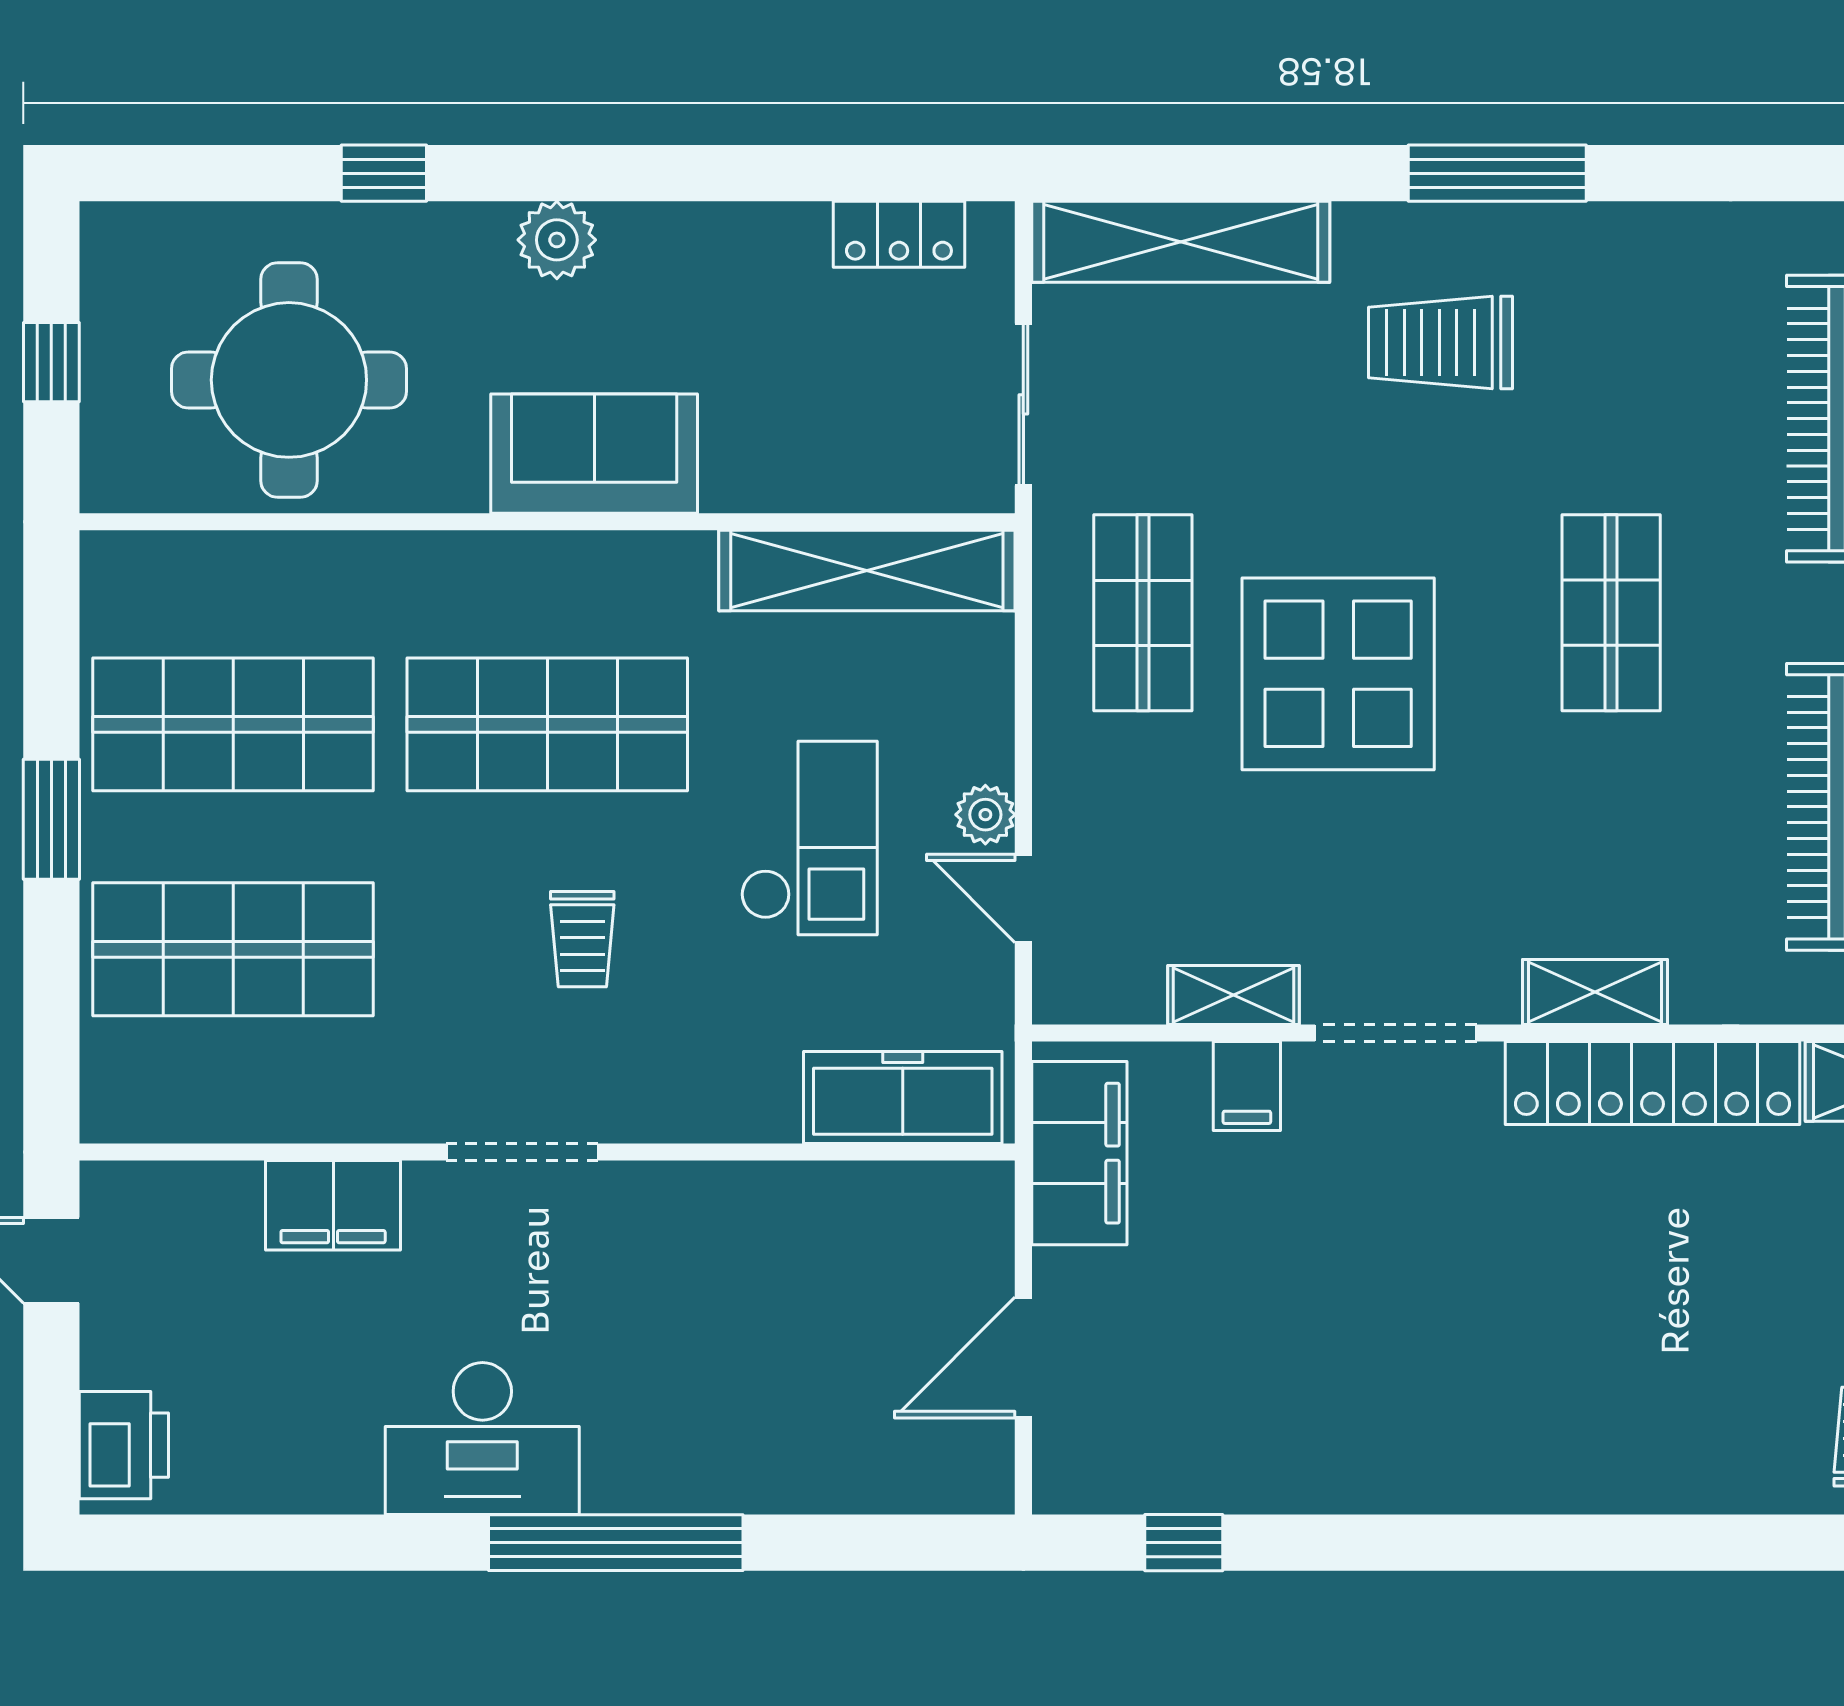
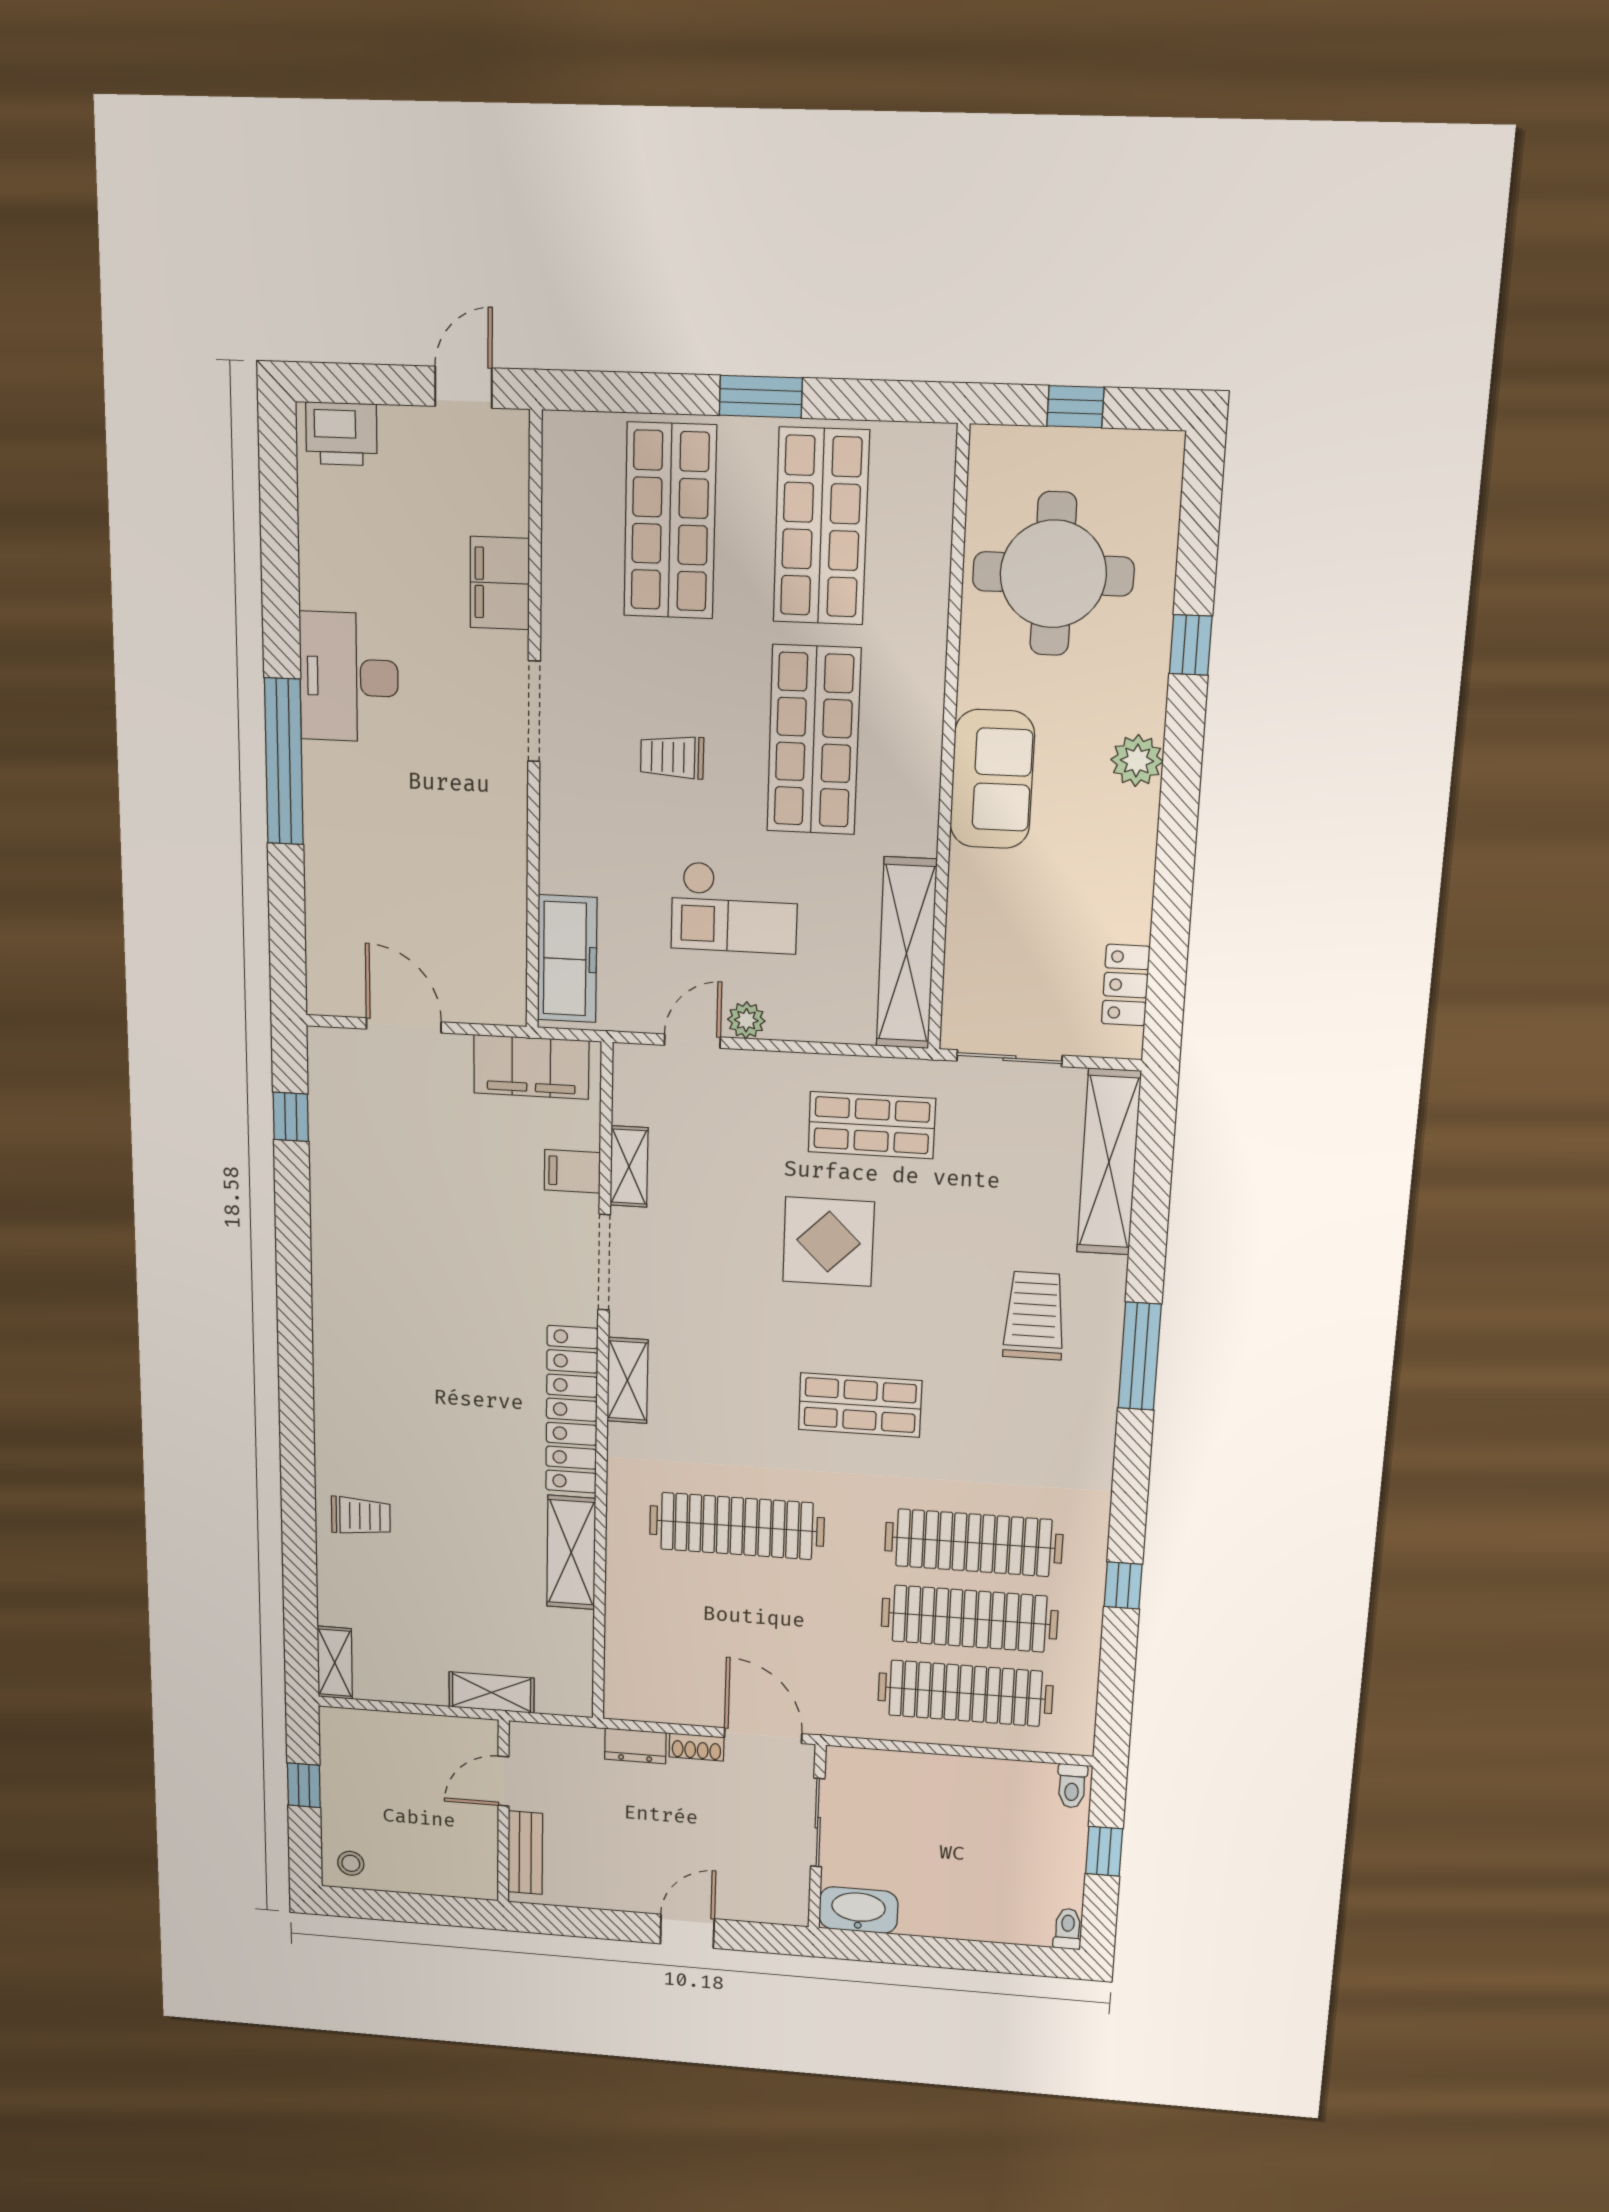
display table: (1338, 674) -> (828, 1242), width x0.73, depth x0.73

